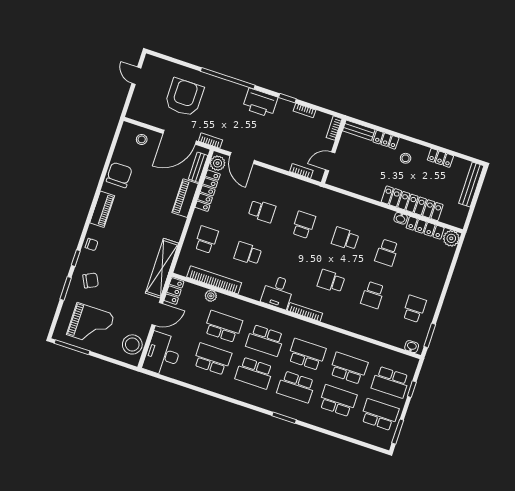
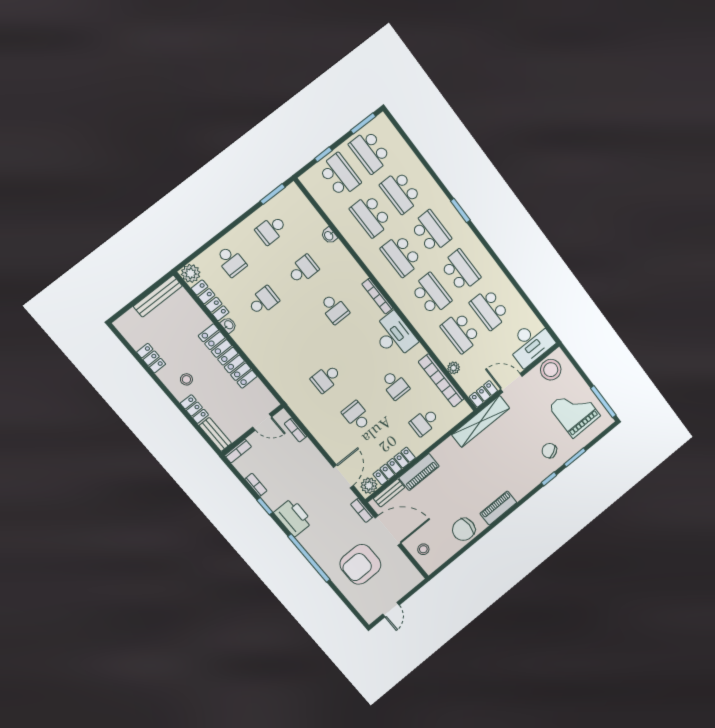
bench: (471, 184) -> (158, 296), moved
locker: (412, 203) -> (228, 356), moved
school desk: (345, 239) -> (231, 261), moved
chair: (92, 244) -> (528, 482), removed
desk: (278, 292) -> (394, 336), width x1.37
washbasin: (412, 347) -> (329, 236), moved

